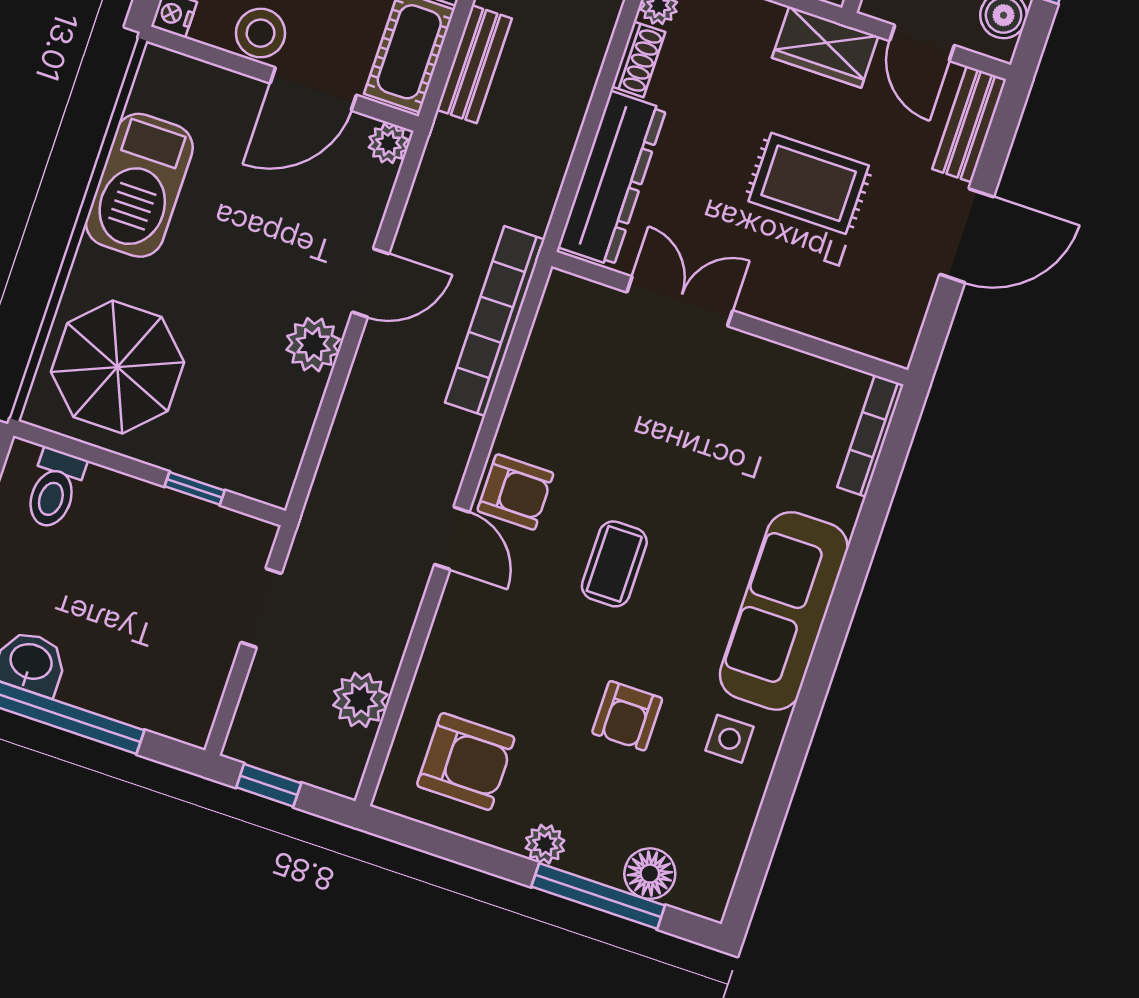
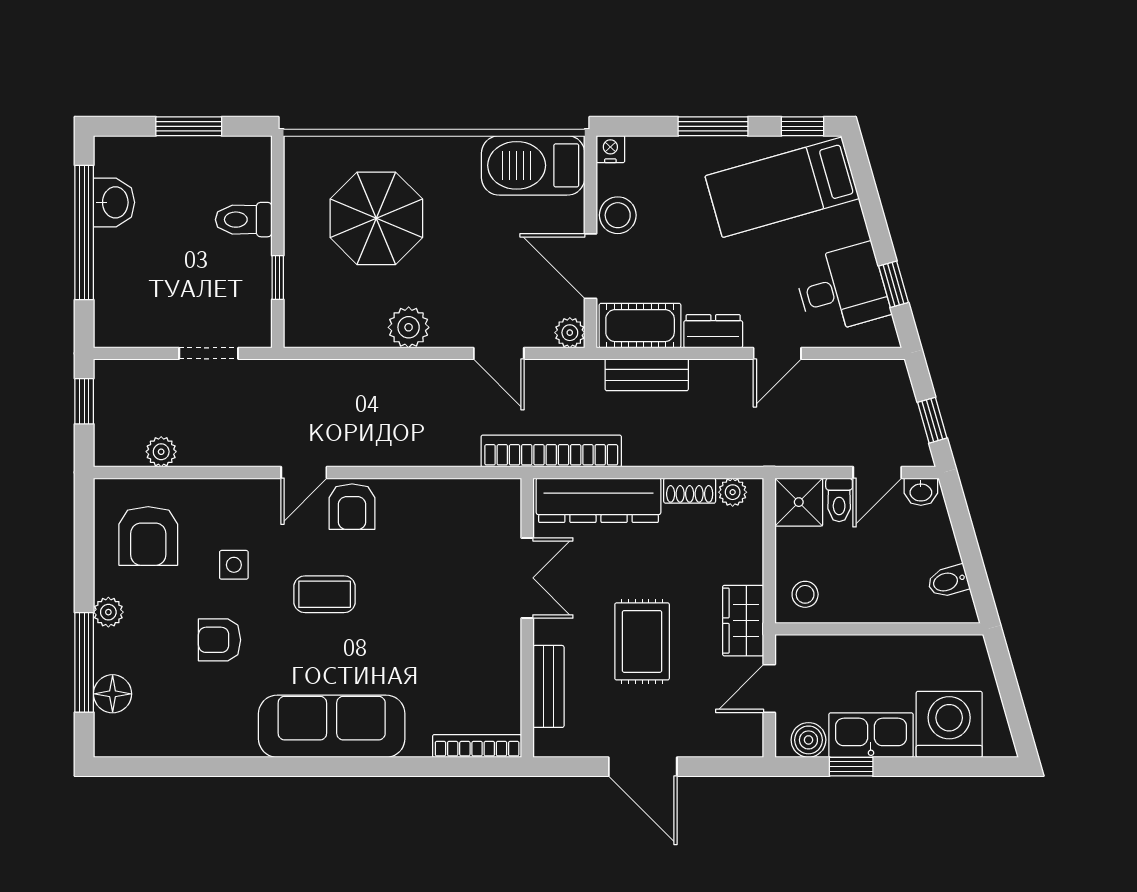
bench: (969, 124) -> (548, 686), moved, turned 90
barbecue: (139, 185) -> (533, 165), moved
door: (370, 283) -> (499, 353), moved
bookcase: (495, 321) -> (551, 451), moved
parasol: (118, 367) -> (376, 218), moved
toilet: (54, 489) -> (244, 220), moved
plant: (360, 700) -> (161, 452), width x0.73, depth x0.73
side table: (730, 739) -> (234, 565), moved

